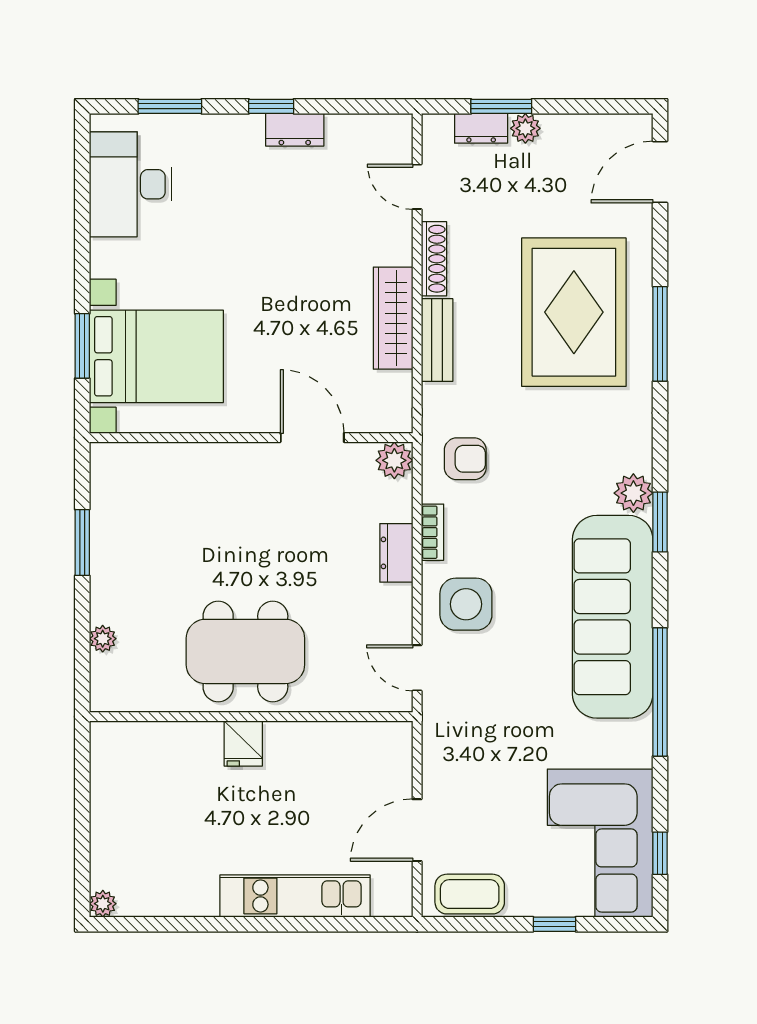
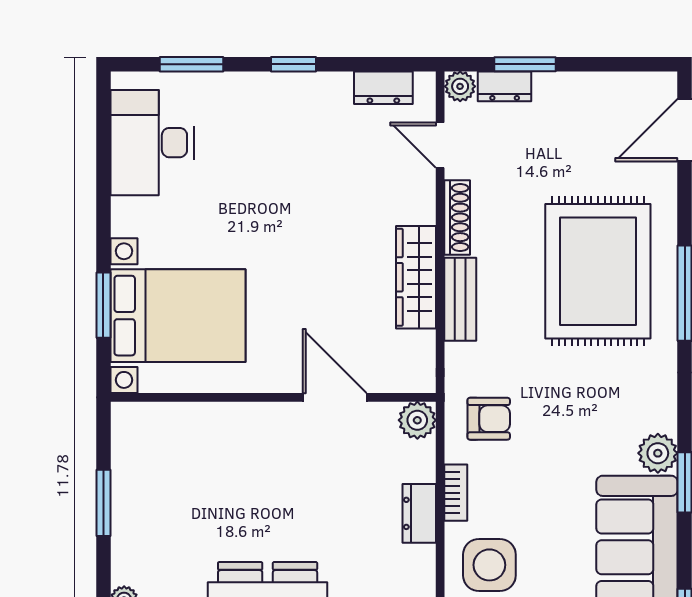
plant: (525, 128) -> (460, 86), moved
dresser: (295, 130) -> (383, 88), moved

